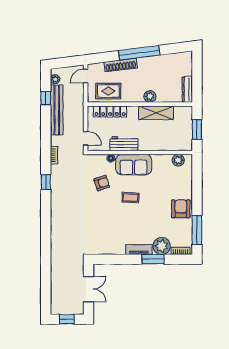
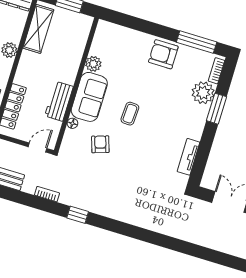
shelving: (156, 113) -> (38, 29), moved
plant: (178, 160) -> (93, 64), moved
tv unit: (139, 250) -> (189, 157), moved

